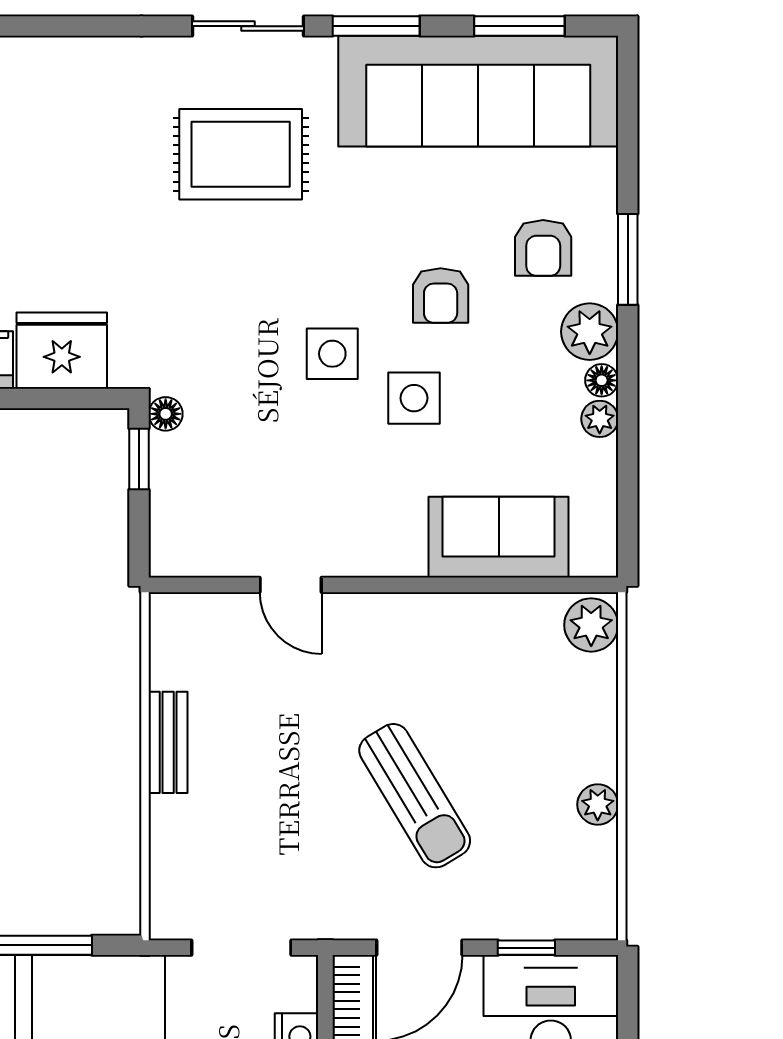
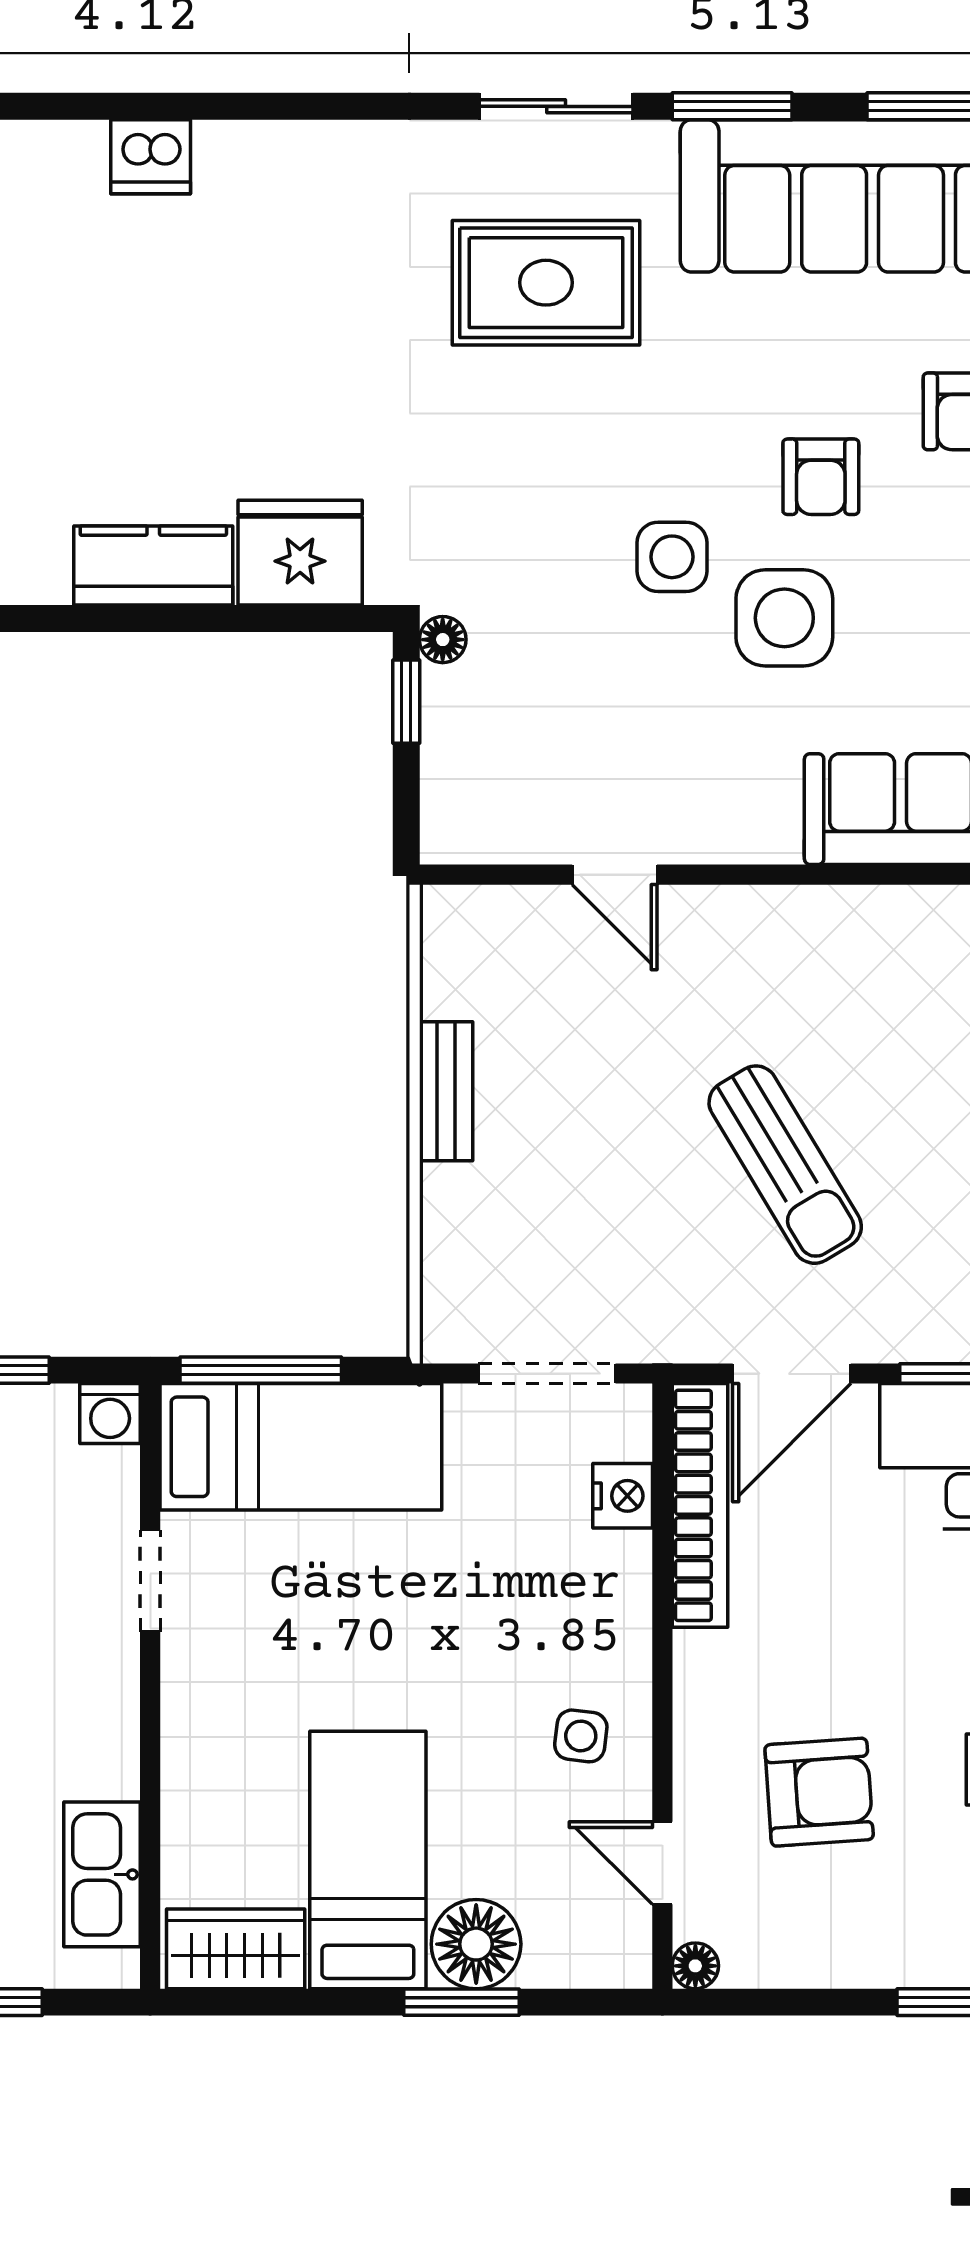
side table: (414, 398) -> (784, 618), width x1.37, depth x1.37

